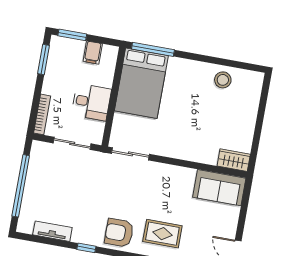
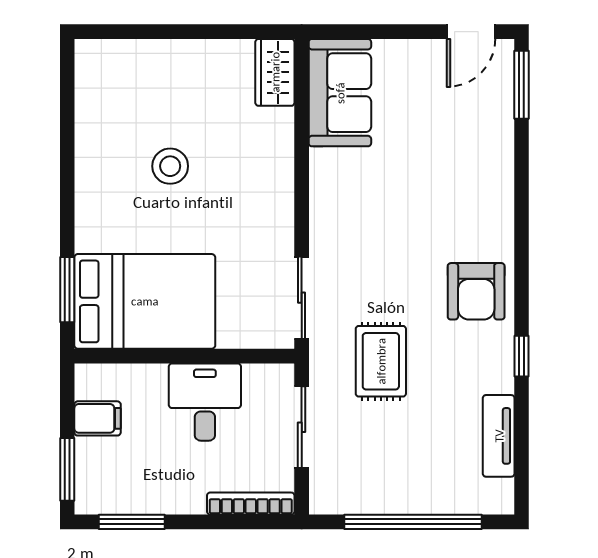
window: (153, 49) -> (67, 290), width x0.69
stool: (223, 80) -> (170, 166), moved
rug: (162, 234) -> (381, 361), moved

